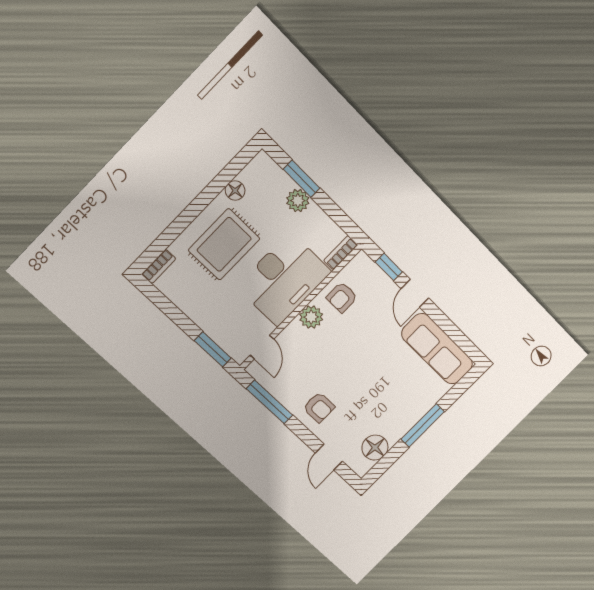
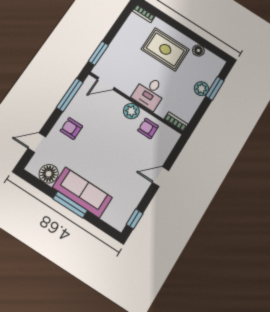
window: (389, 267) -> (135, 219), moved
desk: (284, 279) -> (149, 93), width x0.53, depth x0.77
sofa: (437, 349) -> (82, 192), moved, turned 90
armchair: (319, 407) -> (71, 128), turned 90

